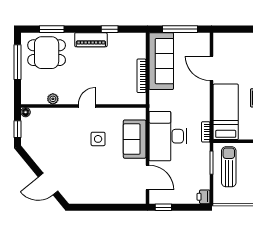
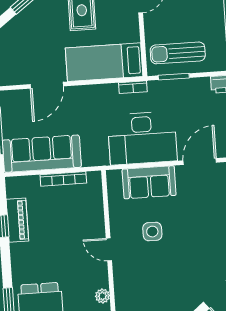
piano: (91, 40) -> (17, 220), moved

